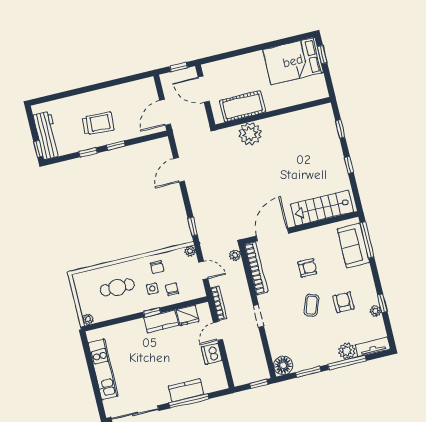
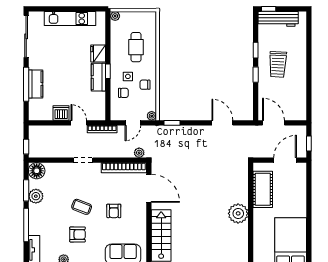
plant: (250, 134) -> (238, 213), moved
fridge: (188, 315) -> (98, 53), moved
plant: (347, 351) -> (36, 196), moved

